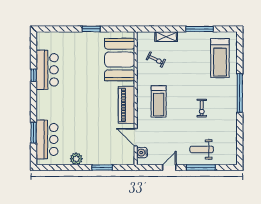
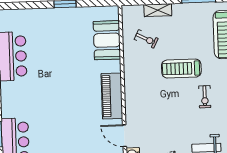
booth: (120, 60) -> (107, 40), width x0.73, depth x0.70
treadmill: (159, 101) -> (181, 69), moved, turned 90

